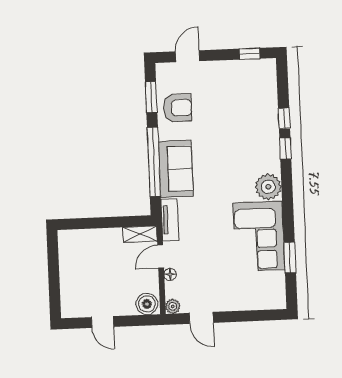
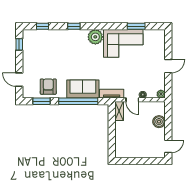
window: (284, 118) -> (42, 26), moved
boiler: (147, 304) -> (159, 122), moved
door: (201, 318) -> (168, 66), moved
door: (102, 322) -> (168, 146), moved

